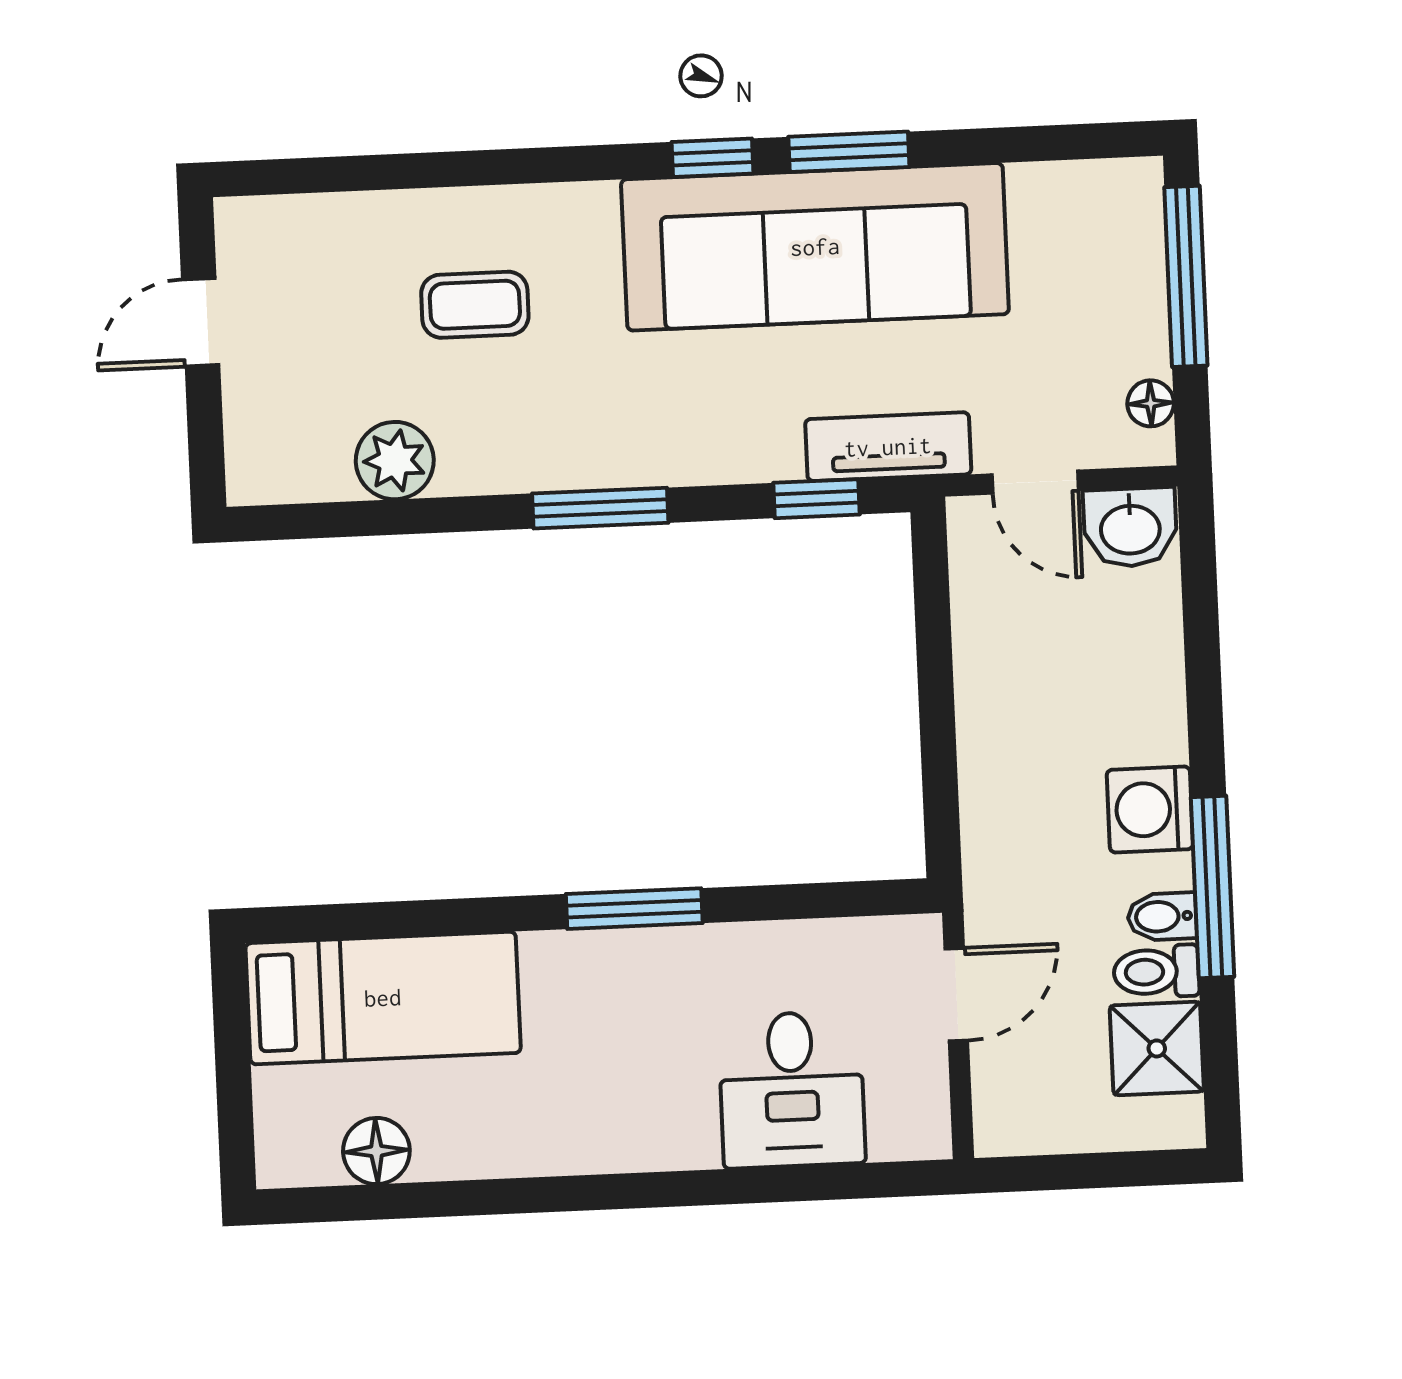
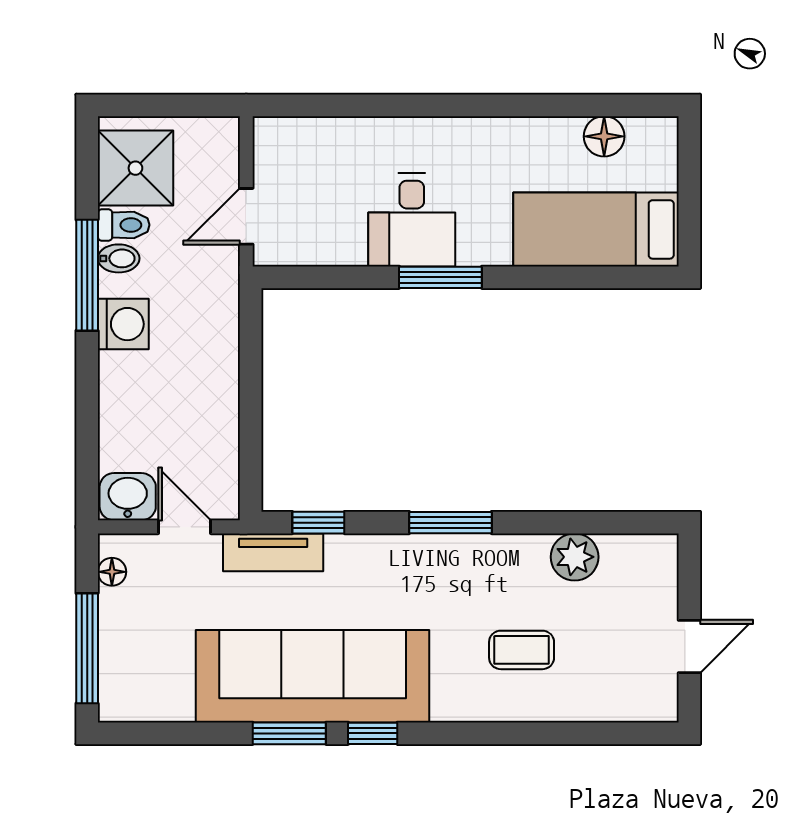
shower: (1157, 1048) -> (135, 168), width x1.36, depth x1.36
desk: (792, 1090) -> (412, 220), moved, turned 180

